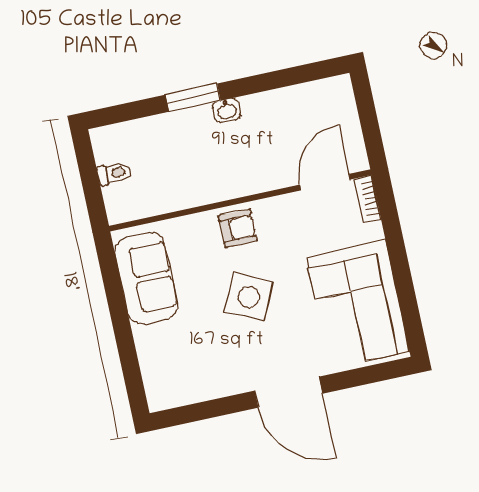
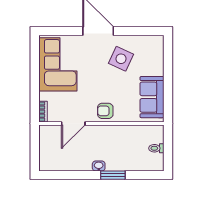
door: (325, 182) -> (73, 123), moved
side table: (249, 297) -> (121, 59), moved

